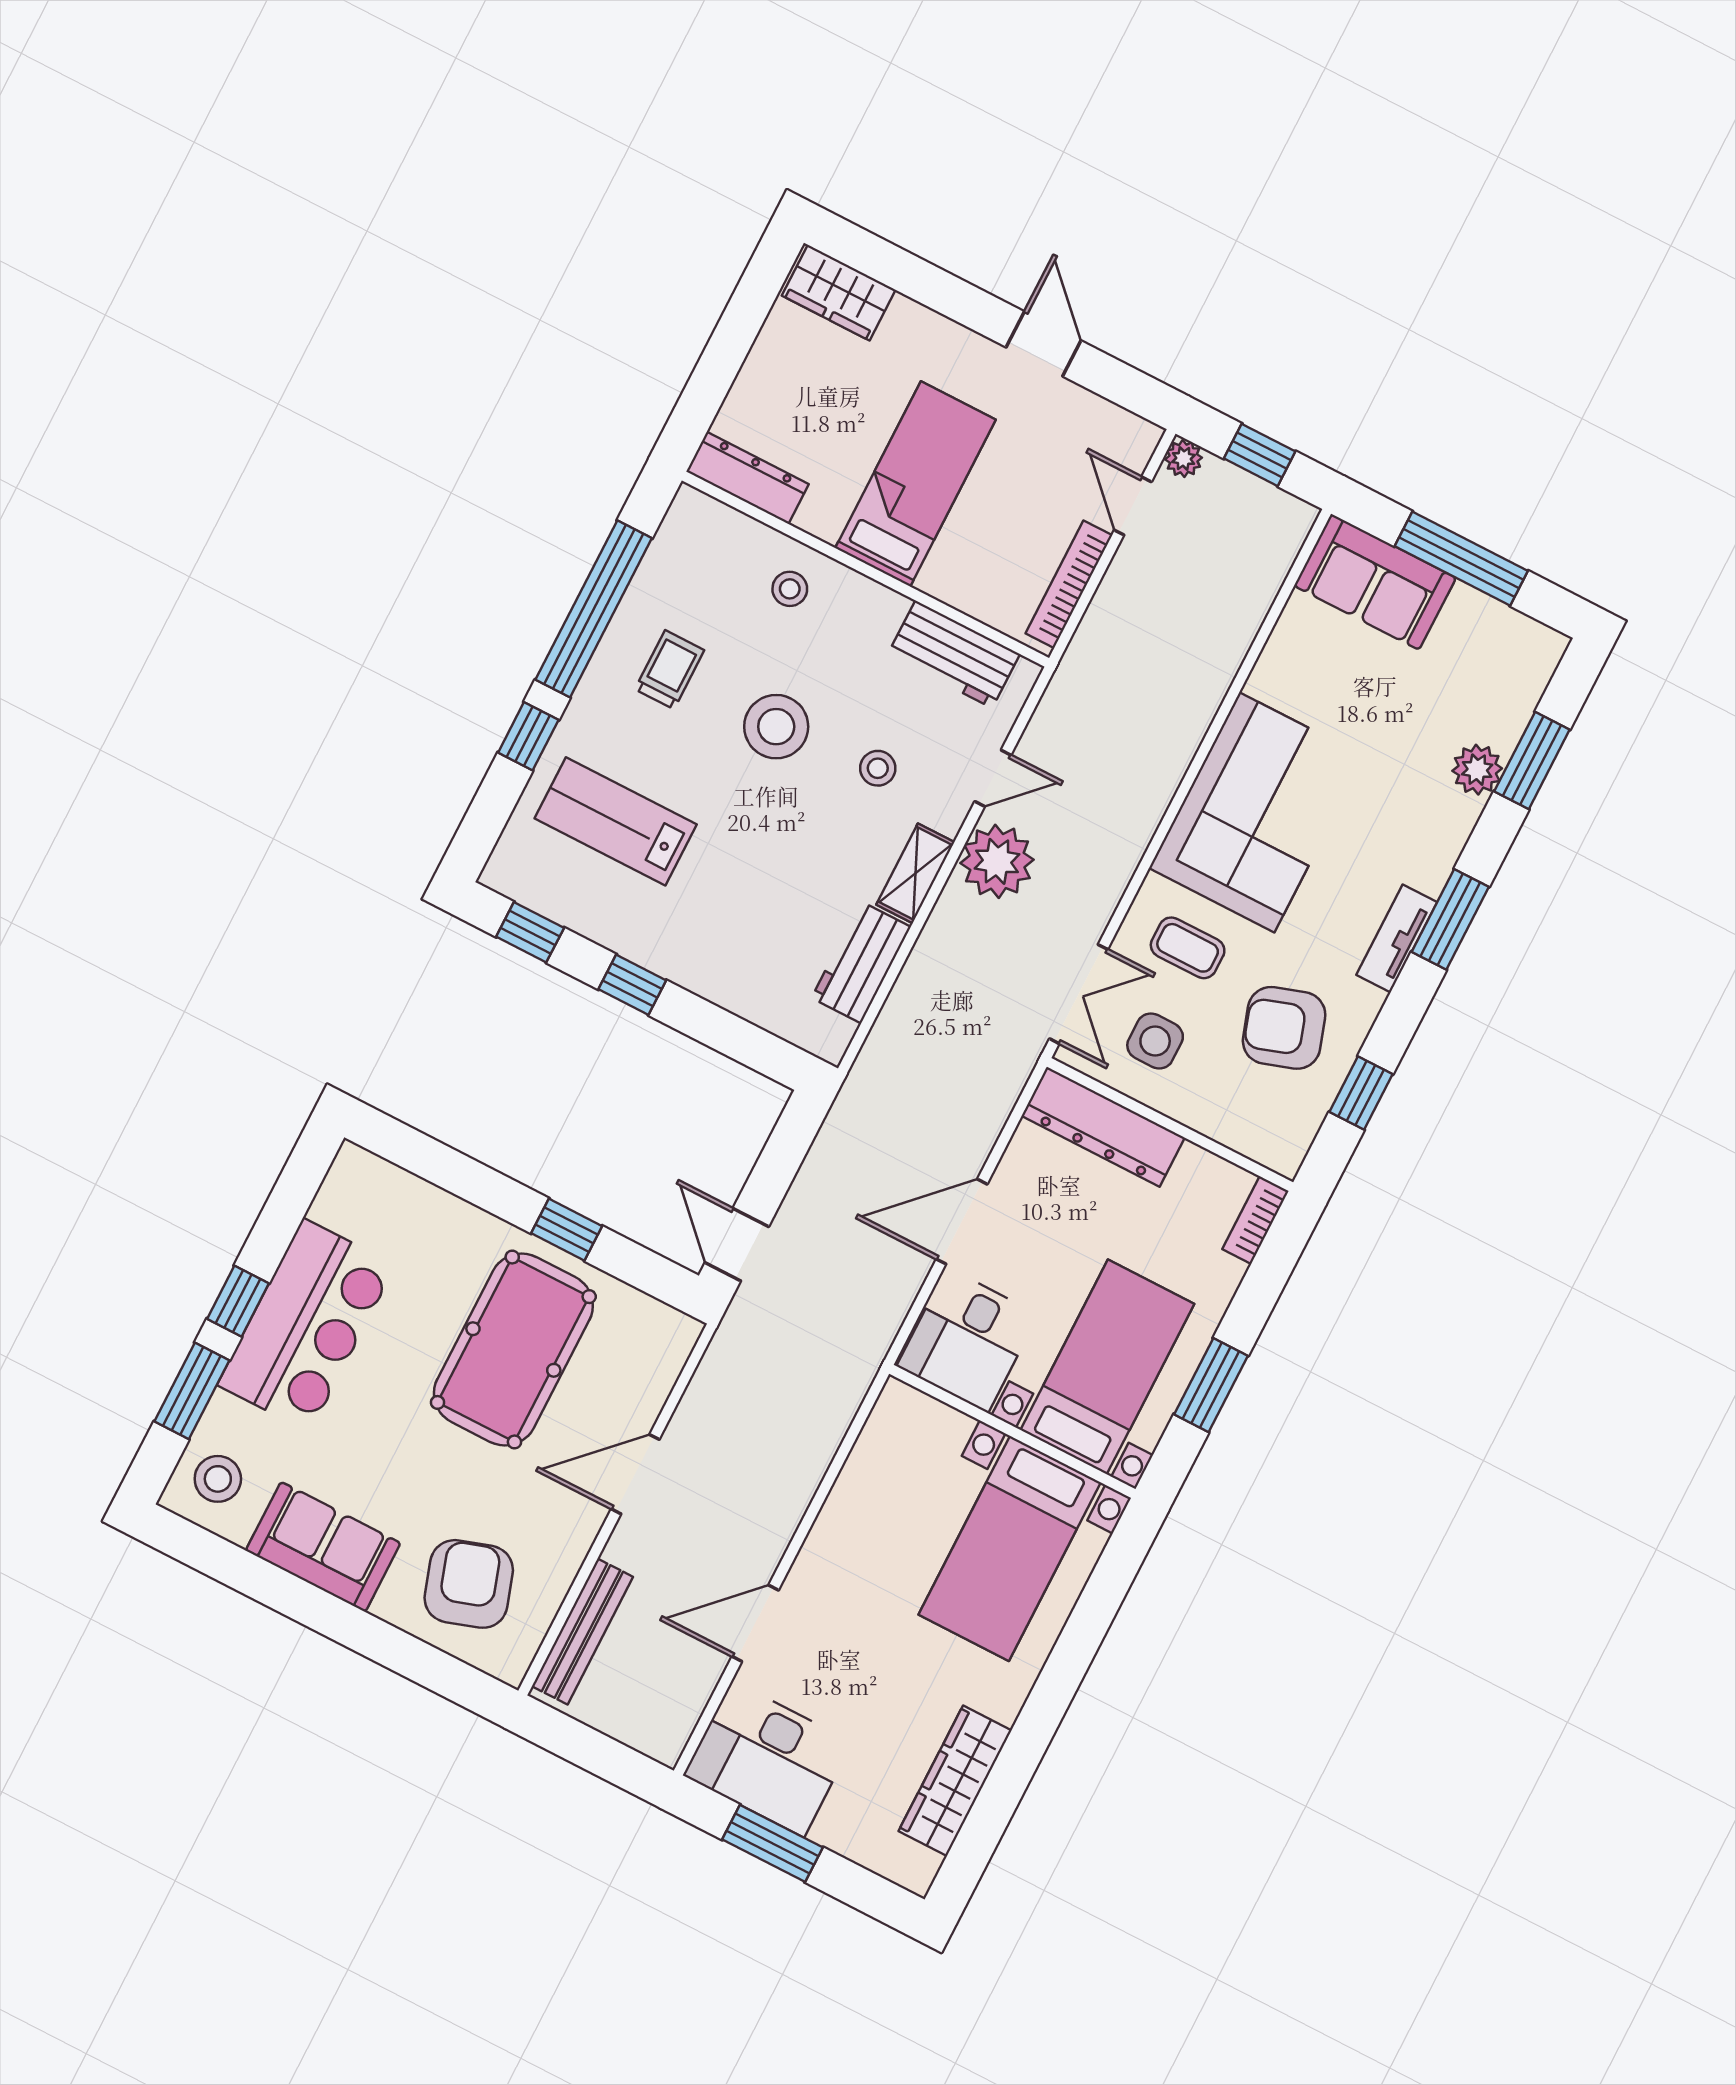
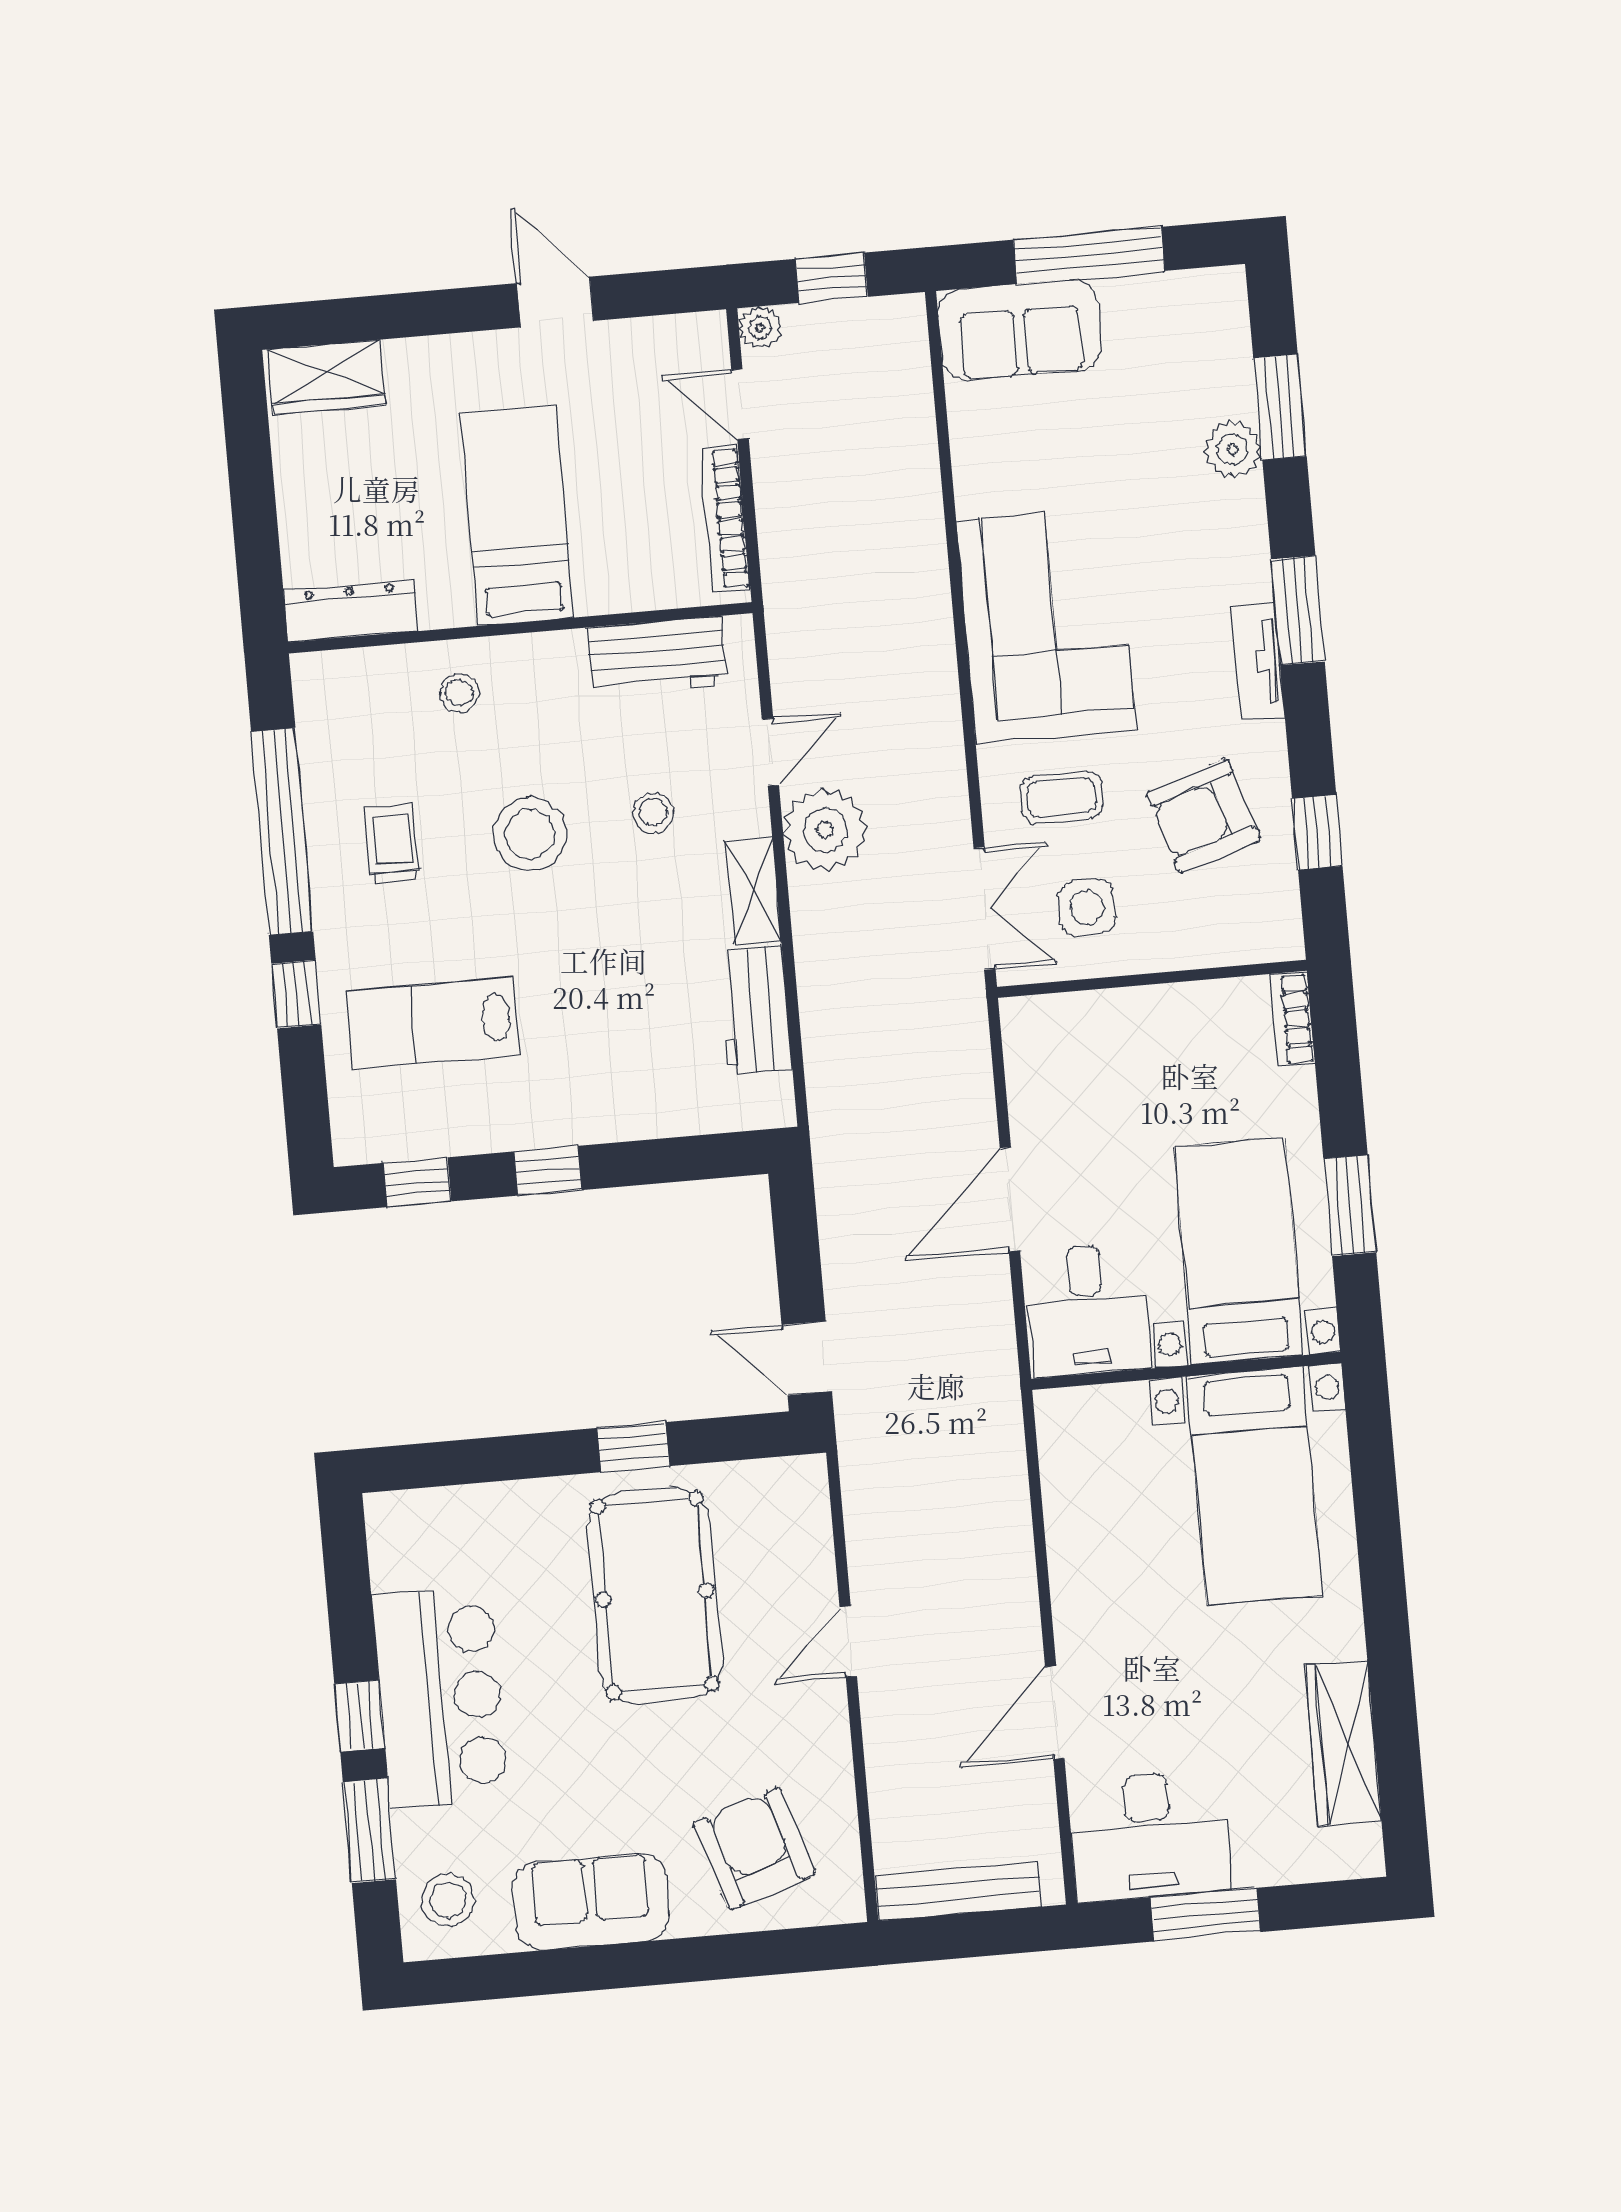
dresser: (1103, 1127) -> (1089, 1022), removed
door: (635, 1474) -> (848, 1642), width x0.73
bench: (582, 1631) -> (958, 1891), moved, turned 90

